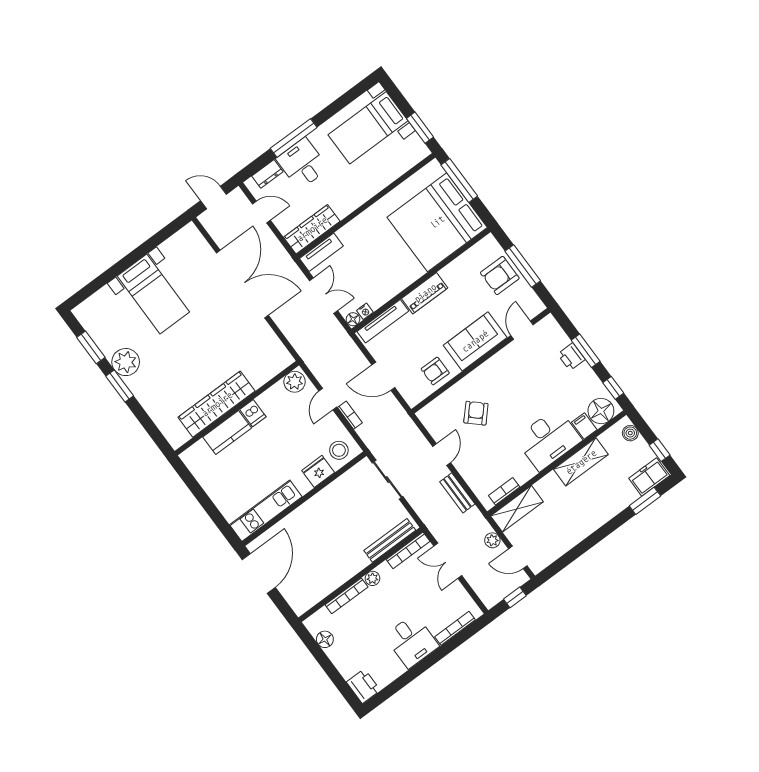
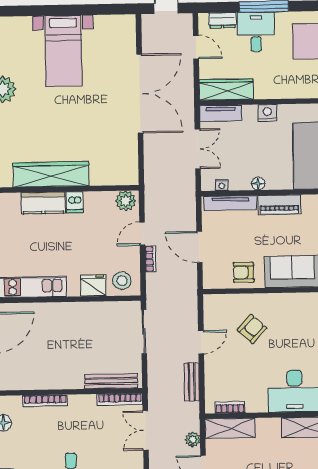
nightstand: (360, 224) -> (267, 113), added
floor lamp: (353, 319) -> (258, 184), moved
plant: (372, 578) -> (76, 401), removed

